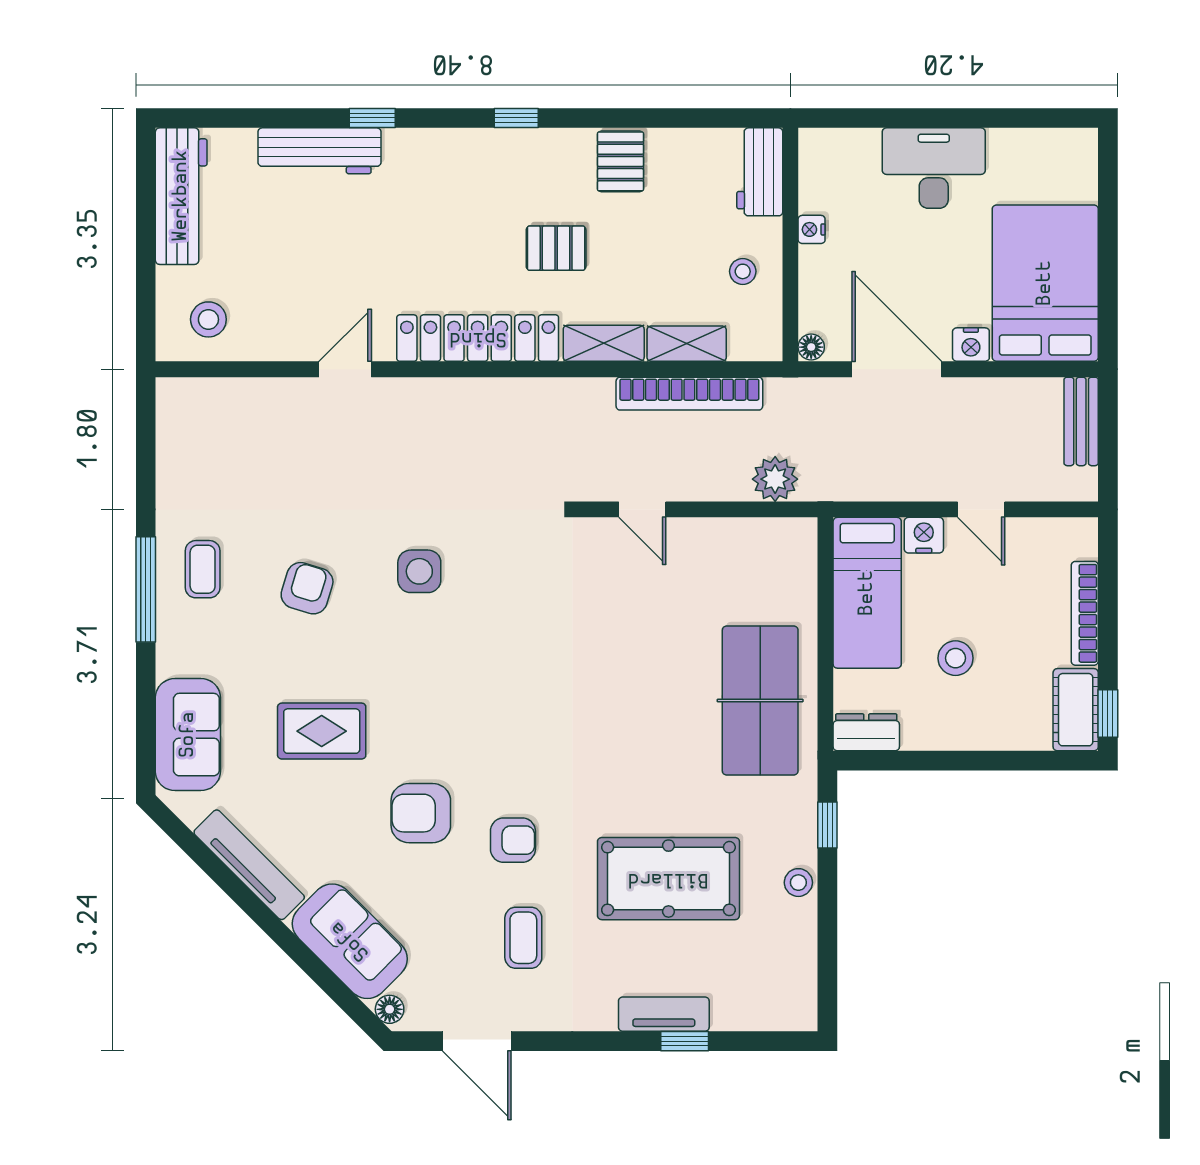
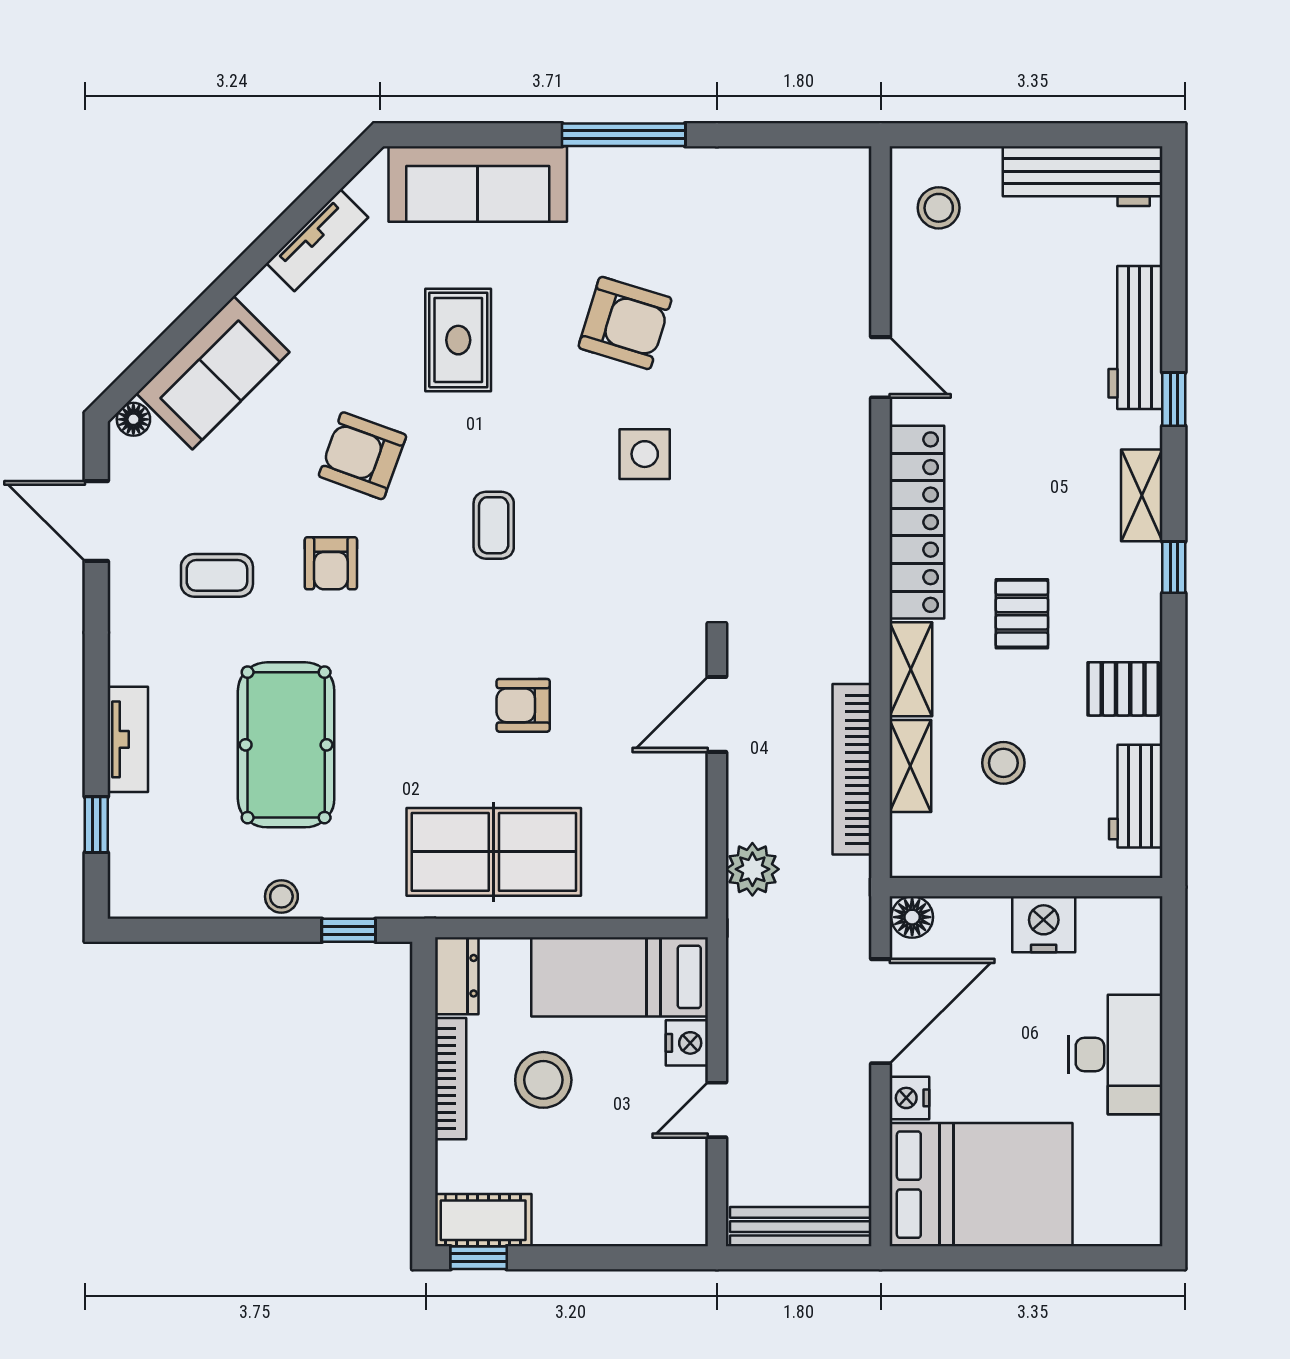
shelving: (455, 145) -> (1142, 495), added
workbench: (760, 172) -> (1136, 796), moved, turned -90
nightstand: (812, 229) -> (1044, 924), width x1.89, depth x1.79
stool: (743, 271) -> (1003, 763), moved, width x1.37, depth x1.37
floor lamp: (811, 347) -> (912, 917), width x1.37, depth x1.37
bench: (1081, 421) -> (801, 1227), width x1.36
door: (642, 509) -> (717, 714), width x1.38
coffee table: (203, 569) -> (494, 525), moved, turned 90
armchair: (307, 588) -> (625, 323), width x1.38, depth x1.38
bookcase: (1085, 613) -> (451, 1079), moved, turned 90
stool: (956, 658) -> (543, 1080), width x1.38, depth x1.38
armchair: (635, 675) -> (523, 705), added
sofa: (188, 735) -> (478, 184), width x1.36
armchair: (421, 813) -> (362, 456), turned -70
tv unit: (249, 865) -> (317, 240), width x0.71
door: (477, 1041) -> (96, 521), hinge flipped
window: (685, 1041) -> (96, 825), moved

